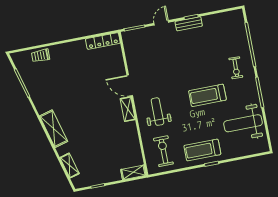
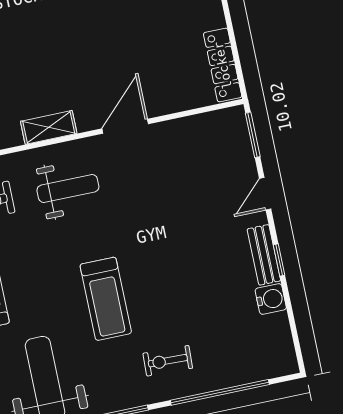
water cooler: (209, 21) -> (271, 299), added
door: (161, 23) -> (265, 194), swing flipped
treadmill: (207, 95) -> (106, 299), turned 180
shelving: (128, 109) -> (49, 127), moved

